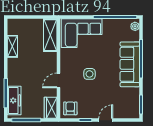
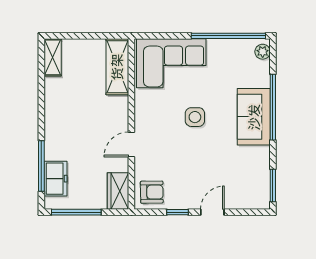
shelving: (12, 46) -> (53, 57), moved
sofa: (130, 64) -> (254, 117), width x0.73
side table: (89, 74) -> (195, 117), moved
freezer: (14, 100) -> (56, 179), width x0.71
armchair: (70, 108) -> (152, 192), turned 89

